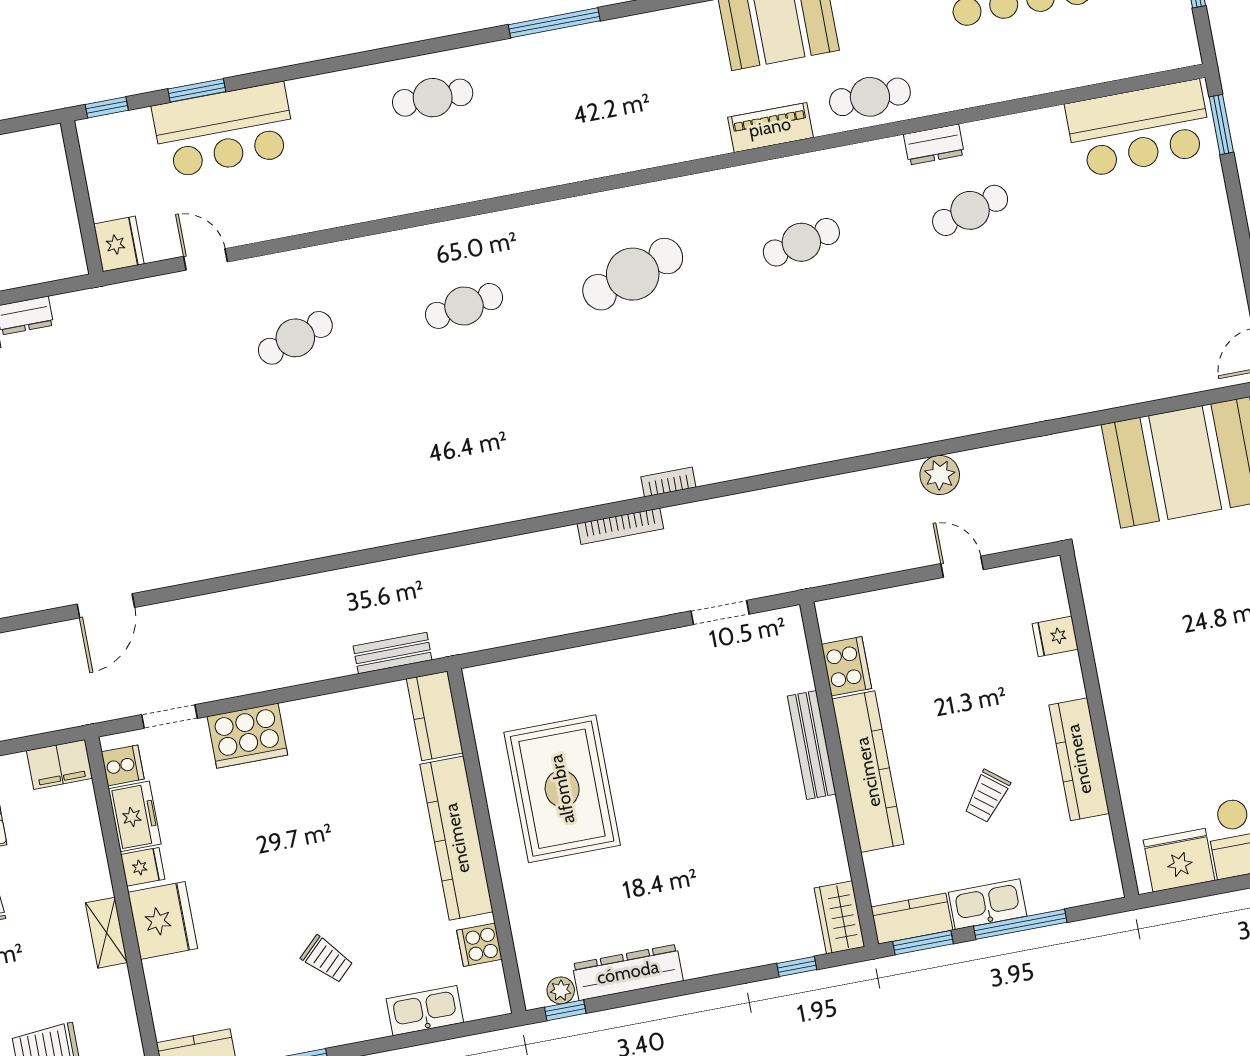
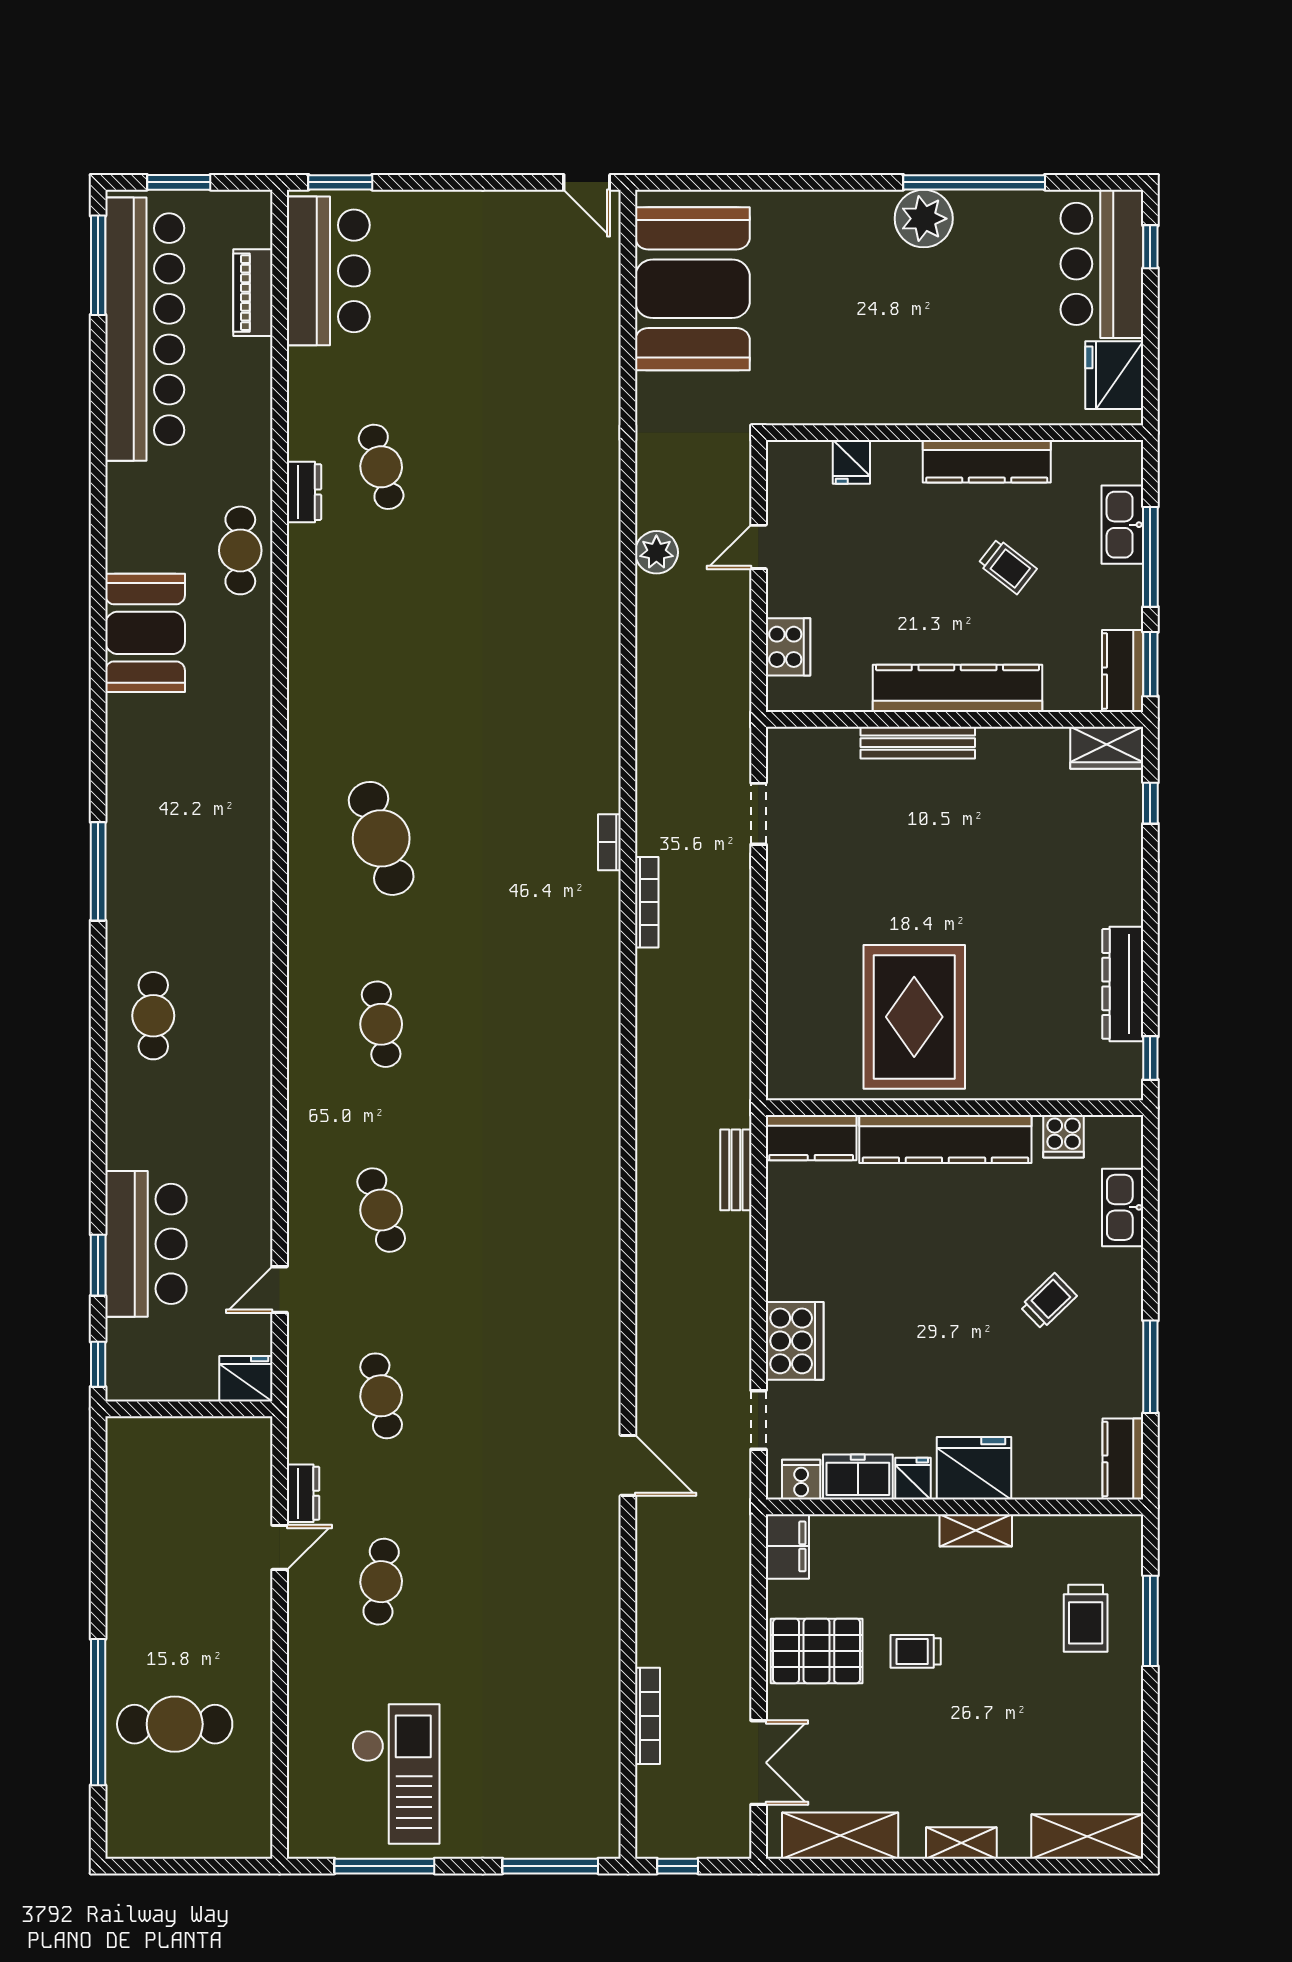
piano: (770, 127) -> (253, 293), moved
cafe table: (801, 242) -> (381, 1396), moved
cooker: (846, 666) -> (788, 647), moved, turned 90
rug: (562, 789) -> (914, 1017), turned 90
kitchen sink: (988, 904) -> (1122, 525), moved
plant: (561, 990) -> (1128, 1059), removed

